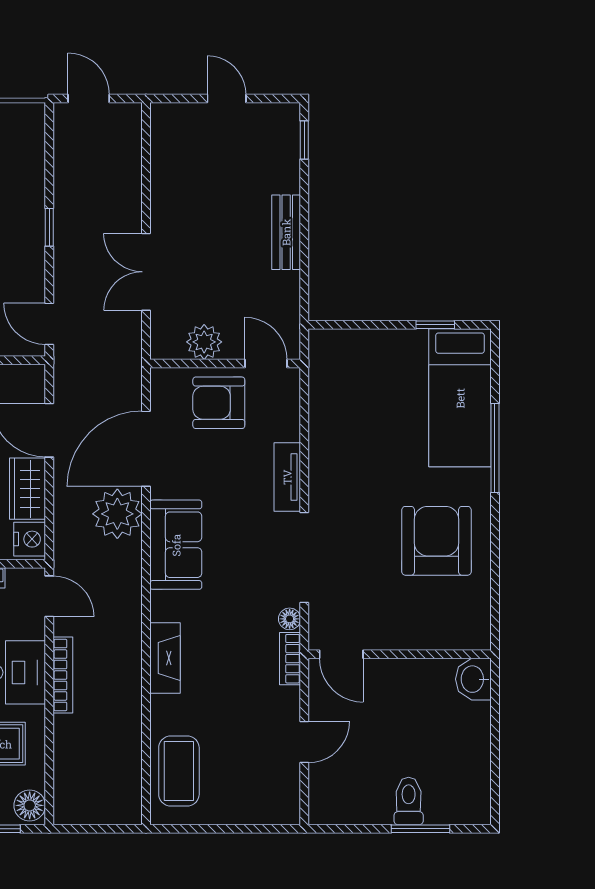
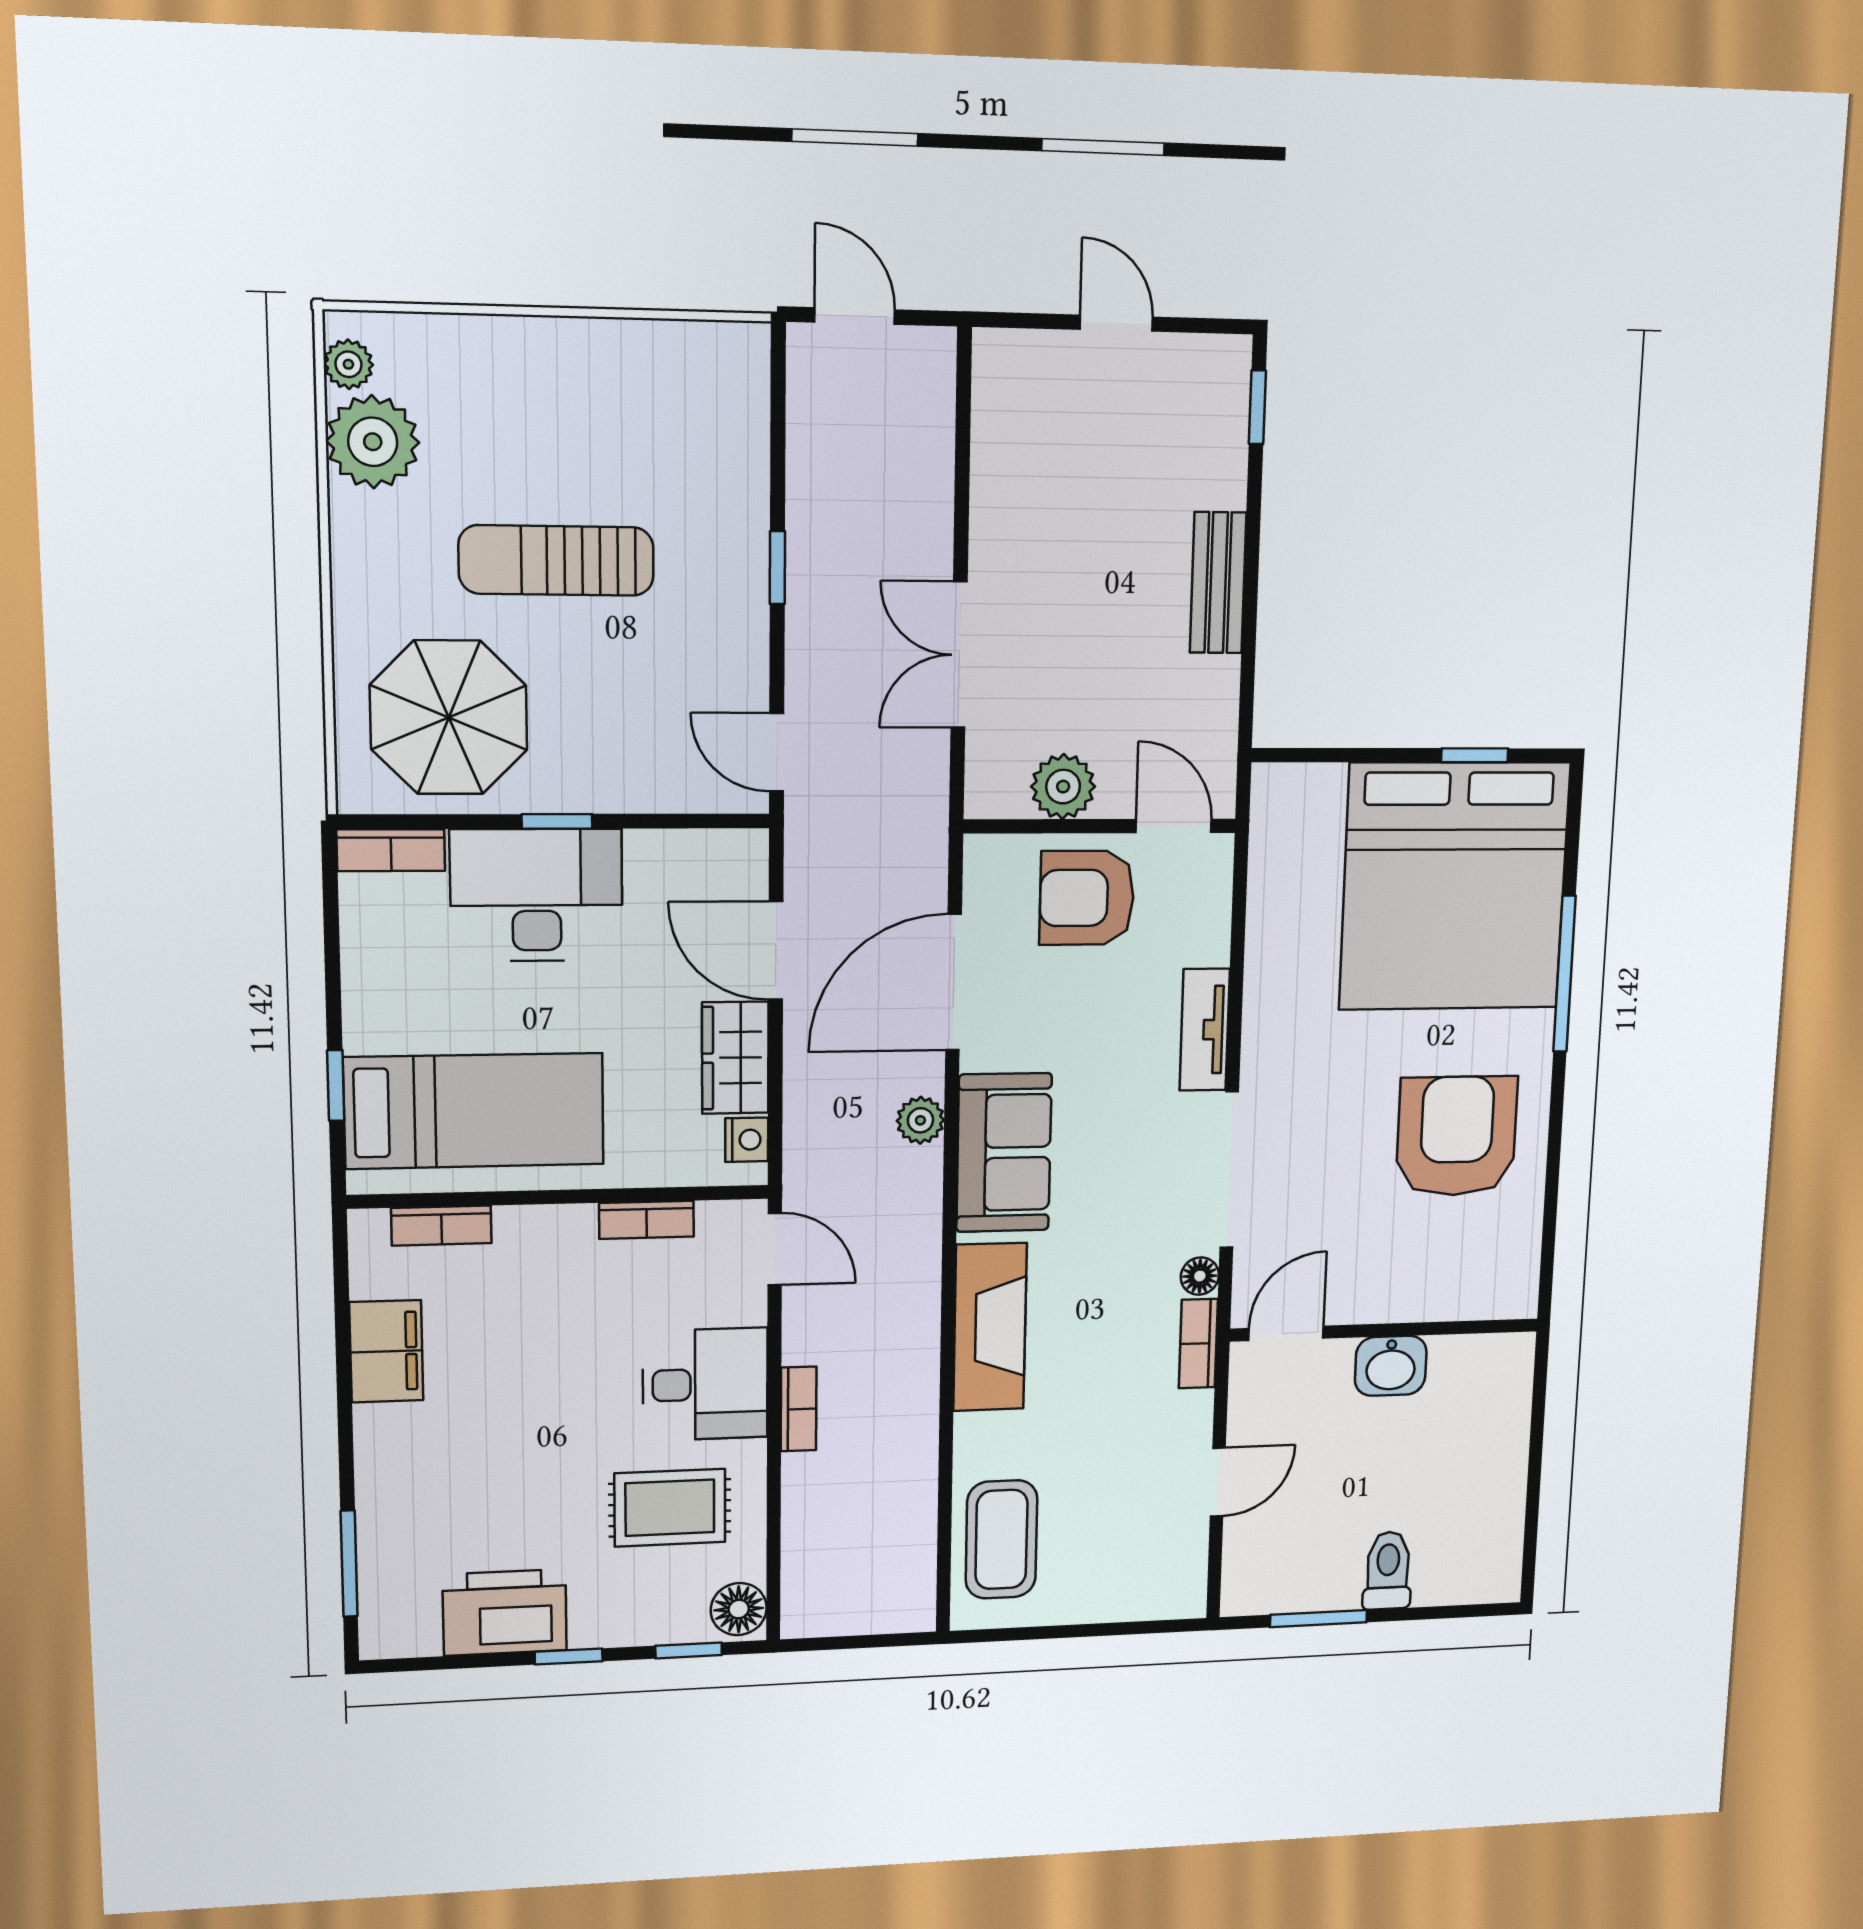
bed: (460, 398) -> (1454, 886), width x2.04
plant: (117, 514) -> (920, 1120), width x0.53, depth x0.53
nightstand: (30, 539) -> (747, 1140), width x0.72, depth x0.74
door: (341, 654) -> (1286, 1333), swing flipped
fireplace: (165, 658) -> (990, 1327), width x1.37, depth x1.32
bookcase: (63, 675) -> (799, 1409), width x0.64
washbasin: (473, 679) -> (1391, 1366), moved, turned -90
window: (421, 829) -> (1319, 1619), moved

